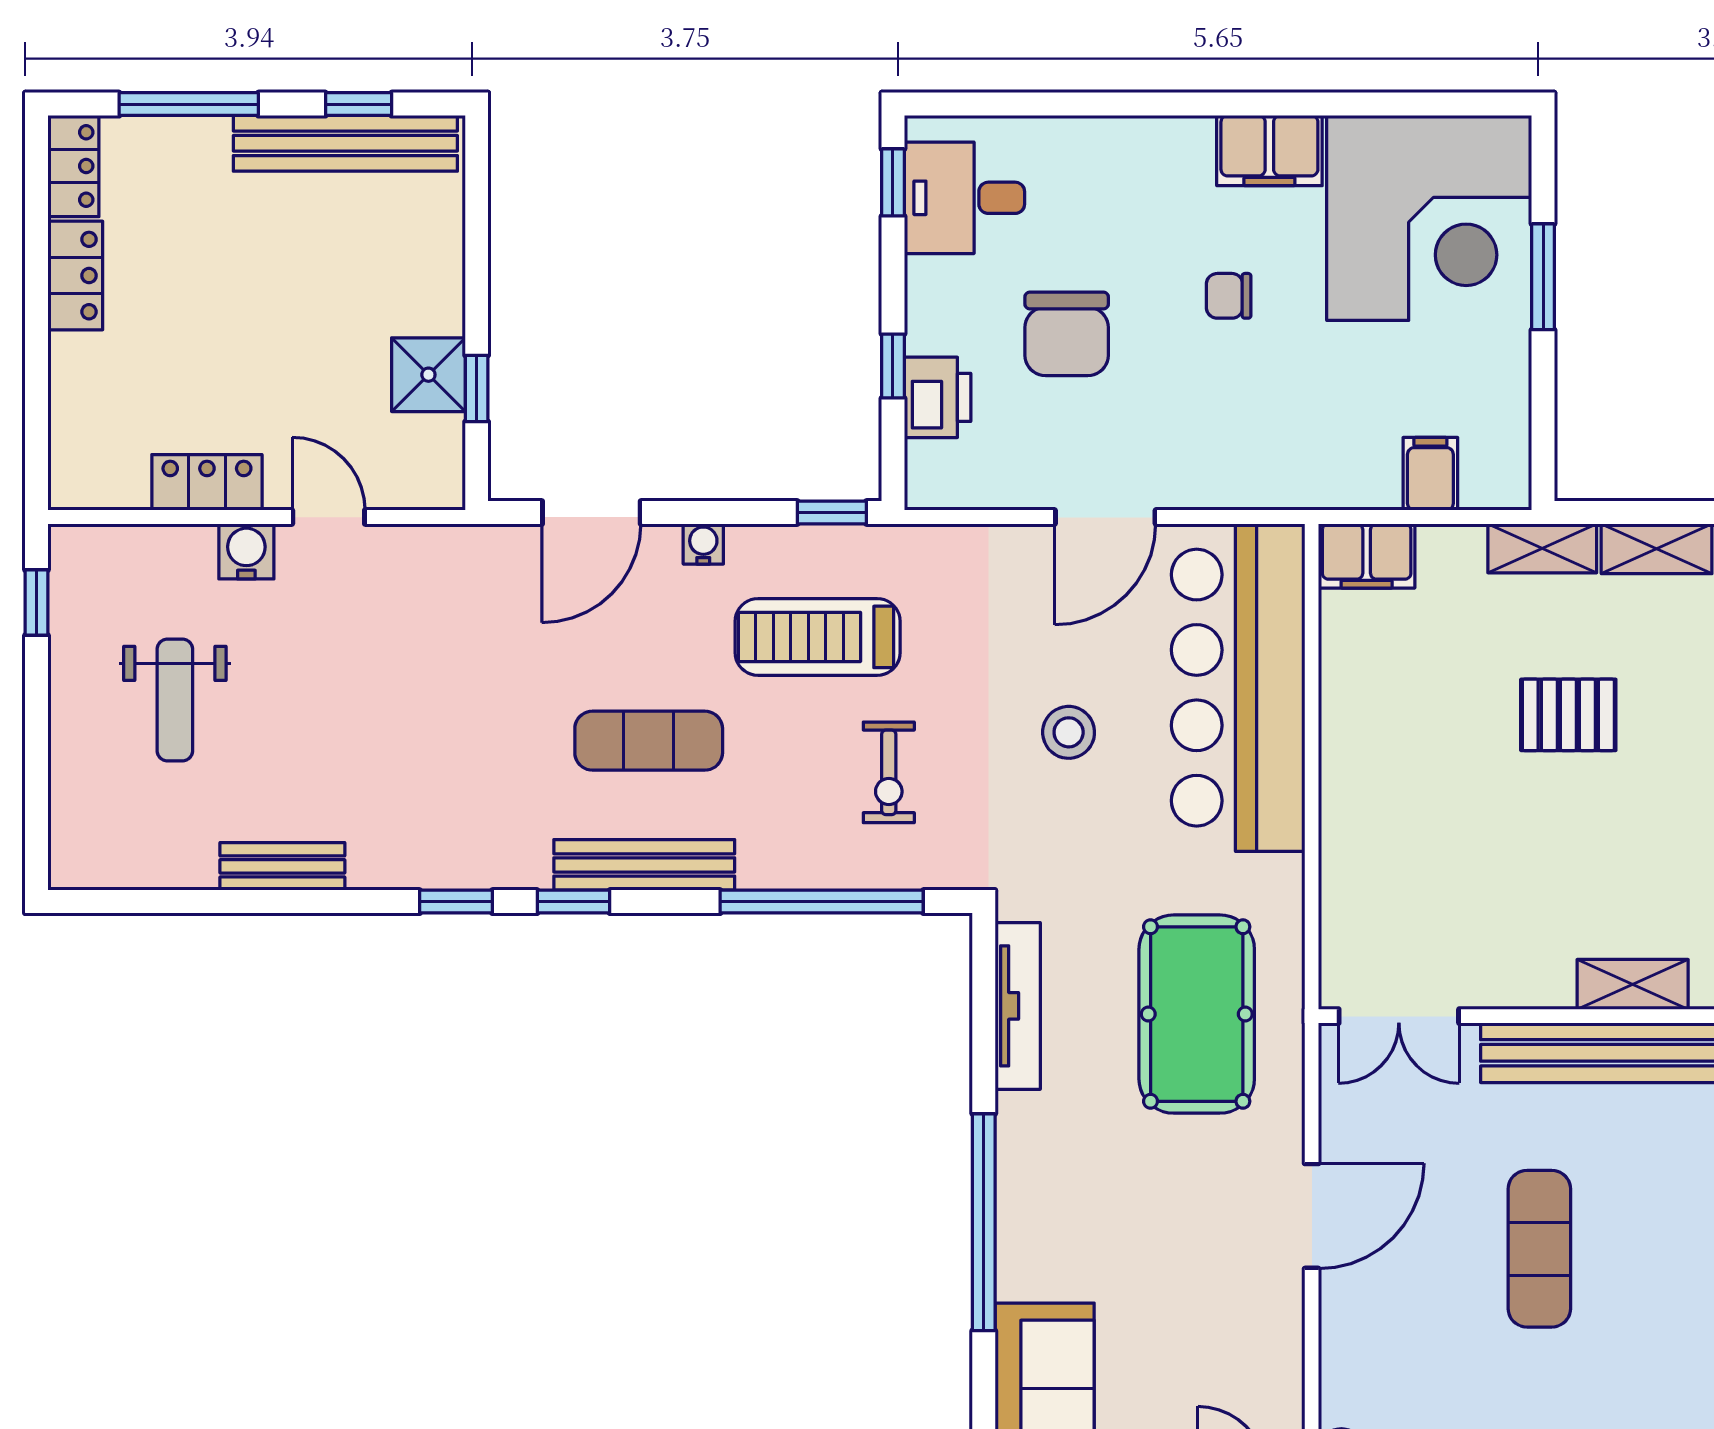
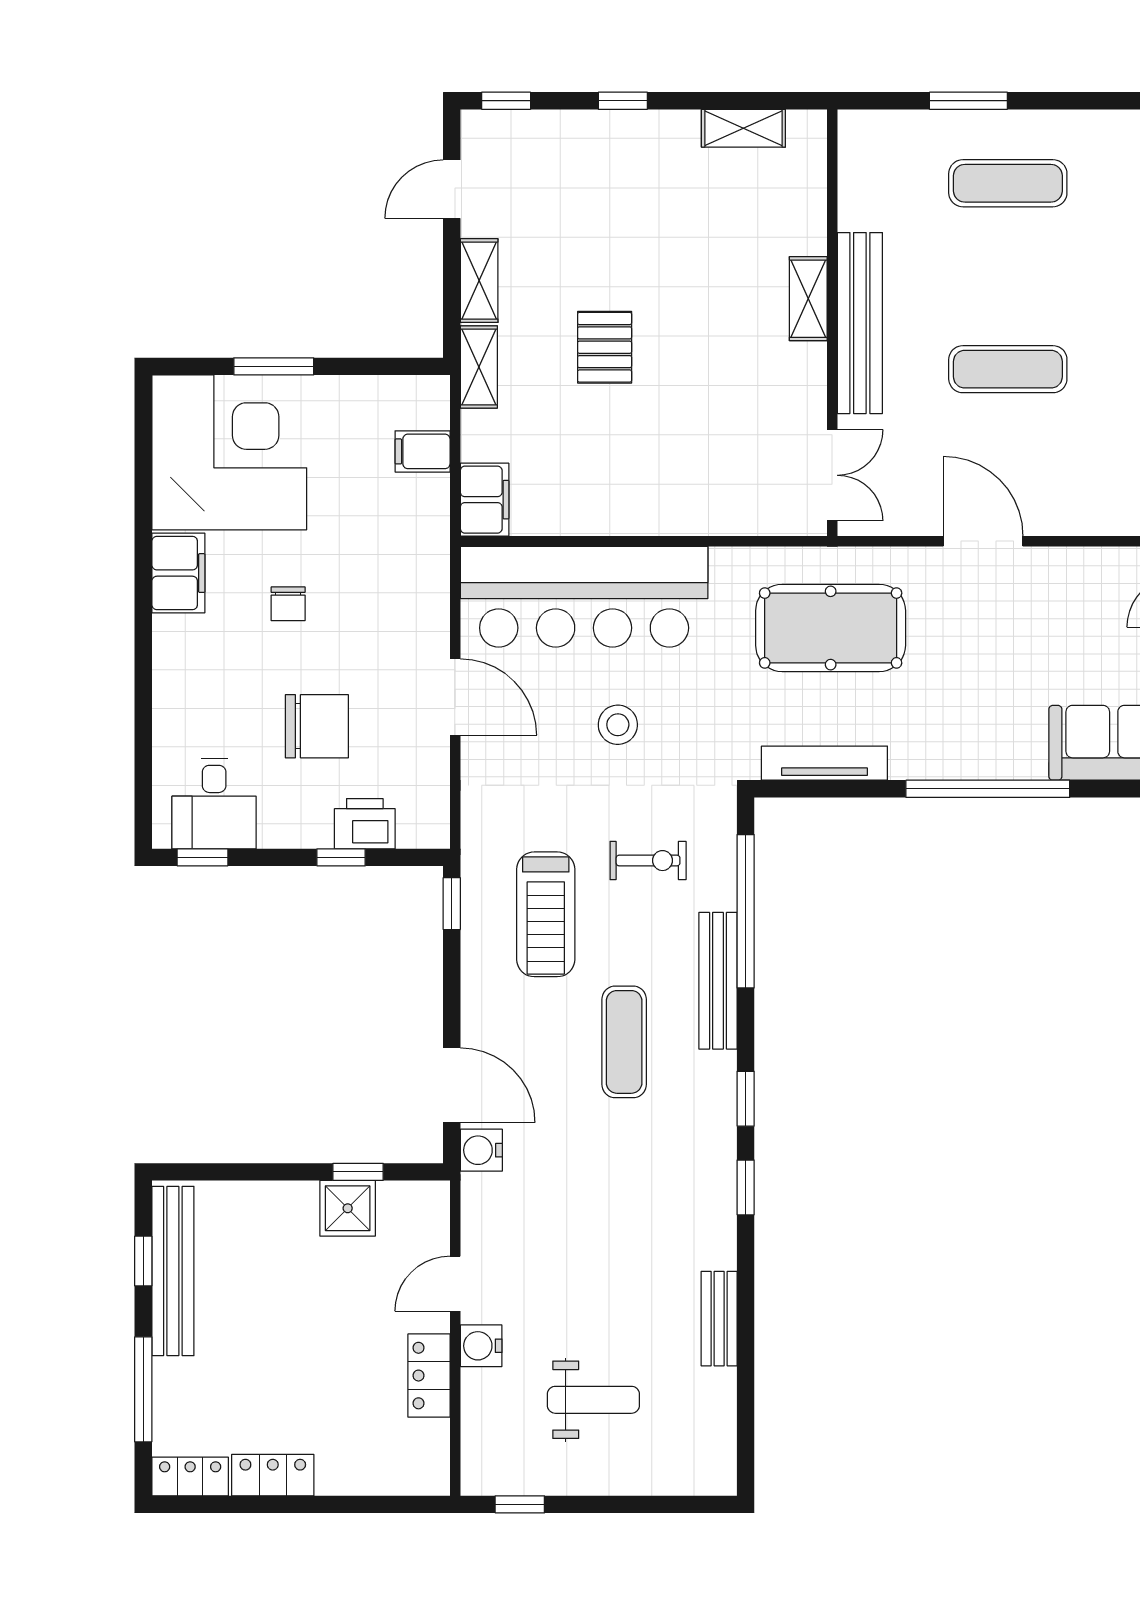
water cooler: (703, 544) -> (481, 1150), moved, width x1.38, depth x1.38
bench: (644, 865) -> (718, 981), moved

